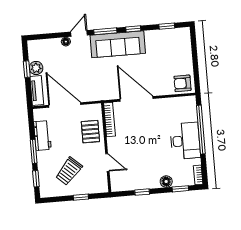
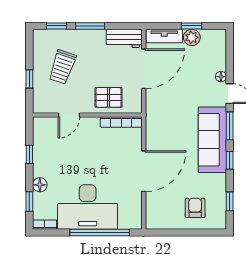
armchair: (182, 83) -> (195, 208), moved
door: (137, 99) -> (144, 171), moved
workbench: (42, 135) -> (124, 38), moved
desk: (185, 141) -> (88, 207), width x1.36, depth x1.30
trolley: (69, 171) -> (62, 67), turned -113

